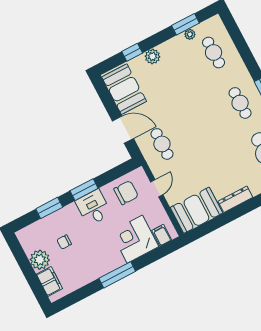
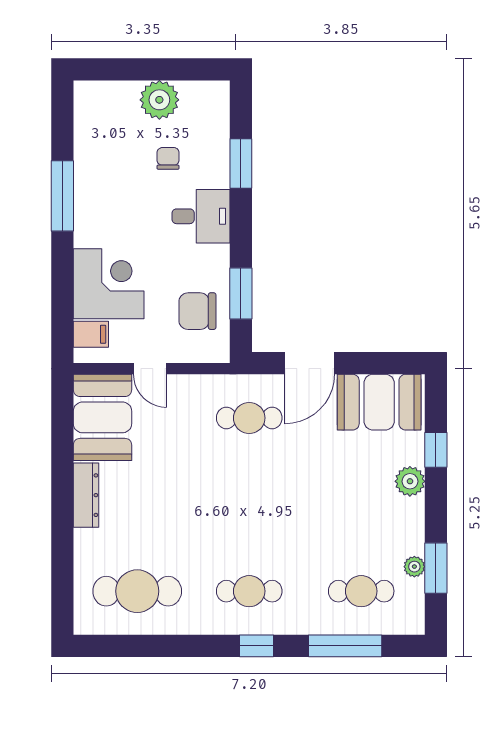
window: (242, 47) -> (345, 646), added
door: (157, 188) -> (150, 369), moved
window: (84, 190) -> (241, 293), moved
chair: (126, 193) -> (197, 311), turned 90
desk: (93, 208) -> (201, 216), moved
window: (117, 275) -> (62, 196), moved
filing cabinet: (49, 281) -> (113, 97), removed

